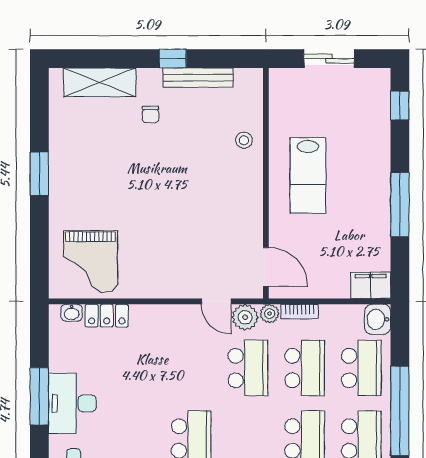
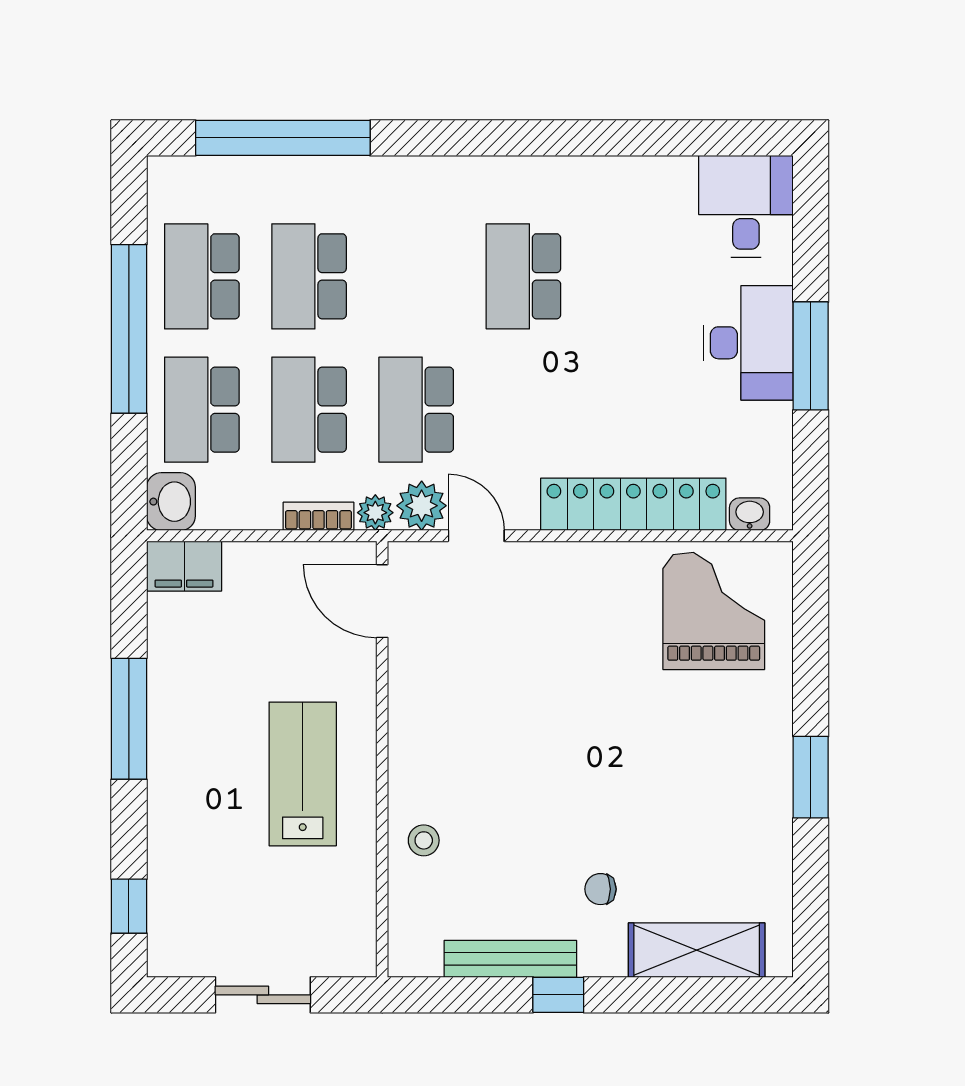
chair: (150, 114) -> (600, 889), turned -90
locker: (107, 316) -> (633, 504), width x2.16, depth x1.21

